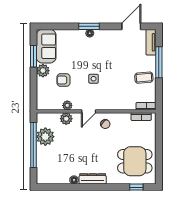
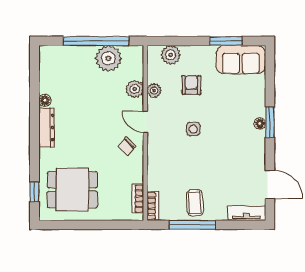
window: (159, 62) -> (192, 225), moved
plant: (43, 71) -> (171, 55), moved
dining table: (135, 161) -> (72, 190), turned 90

